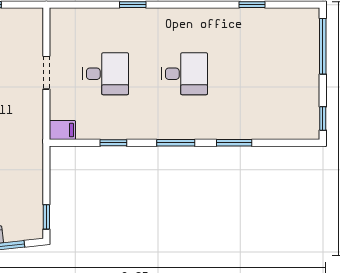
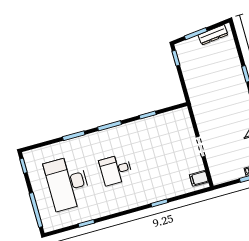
desk: (106, 74) -> (67, 183), moved, width x1.87, depth x1.30
filing cabinet: (62, 130) -> (199, 178), moved

